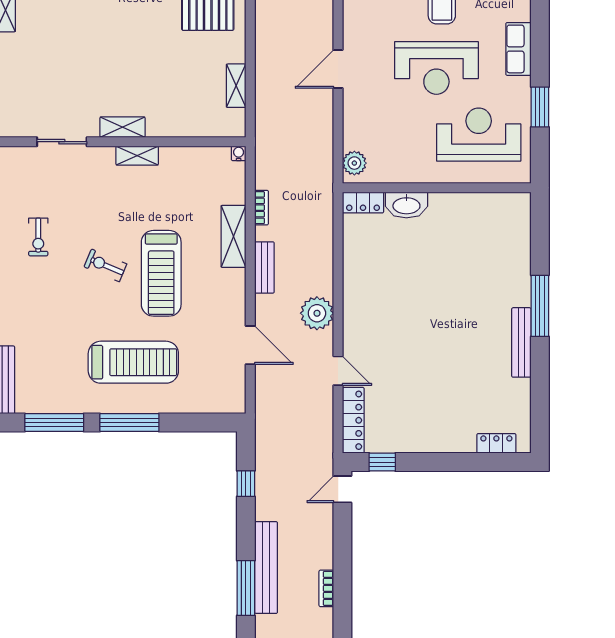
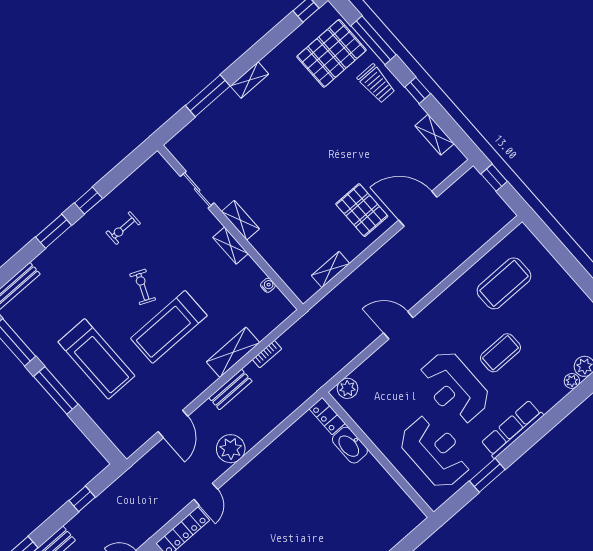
row of seats: (518, 49) -> (512, 429), width x1.48
water cooler: (239, 153) -> (268, 285), moved

